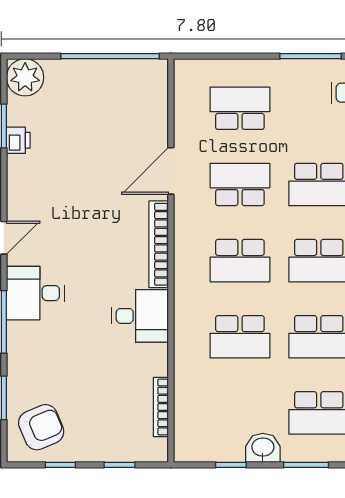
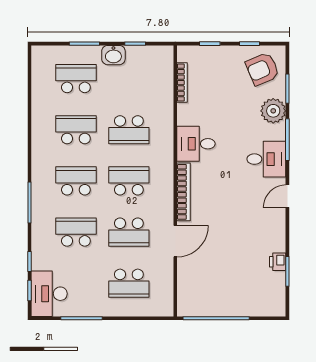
plant: (25, 77) -> (273, 111), moved
school desk: (240, 337) -> (129, 130), turned 180

